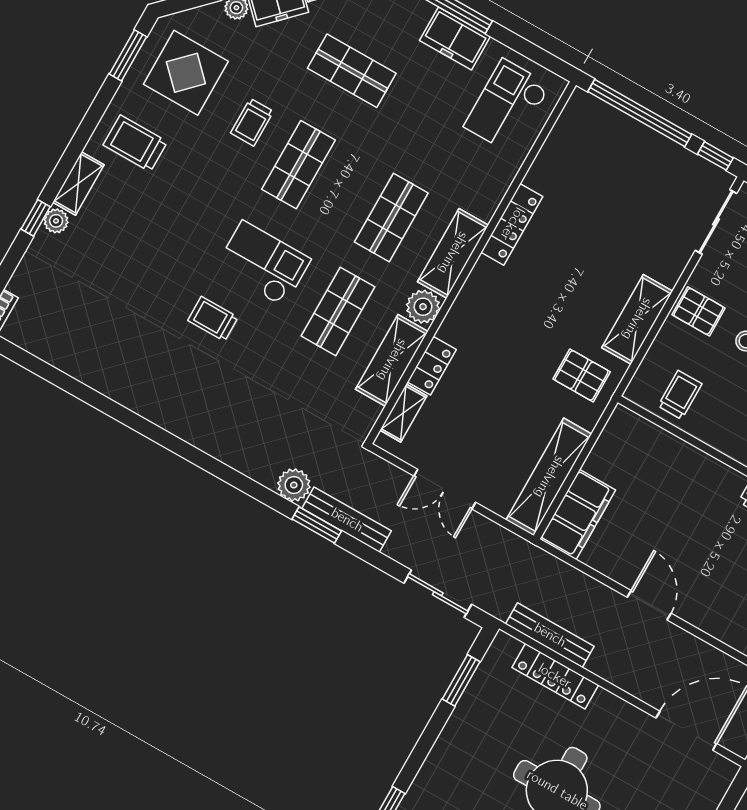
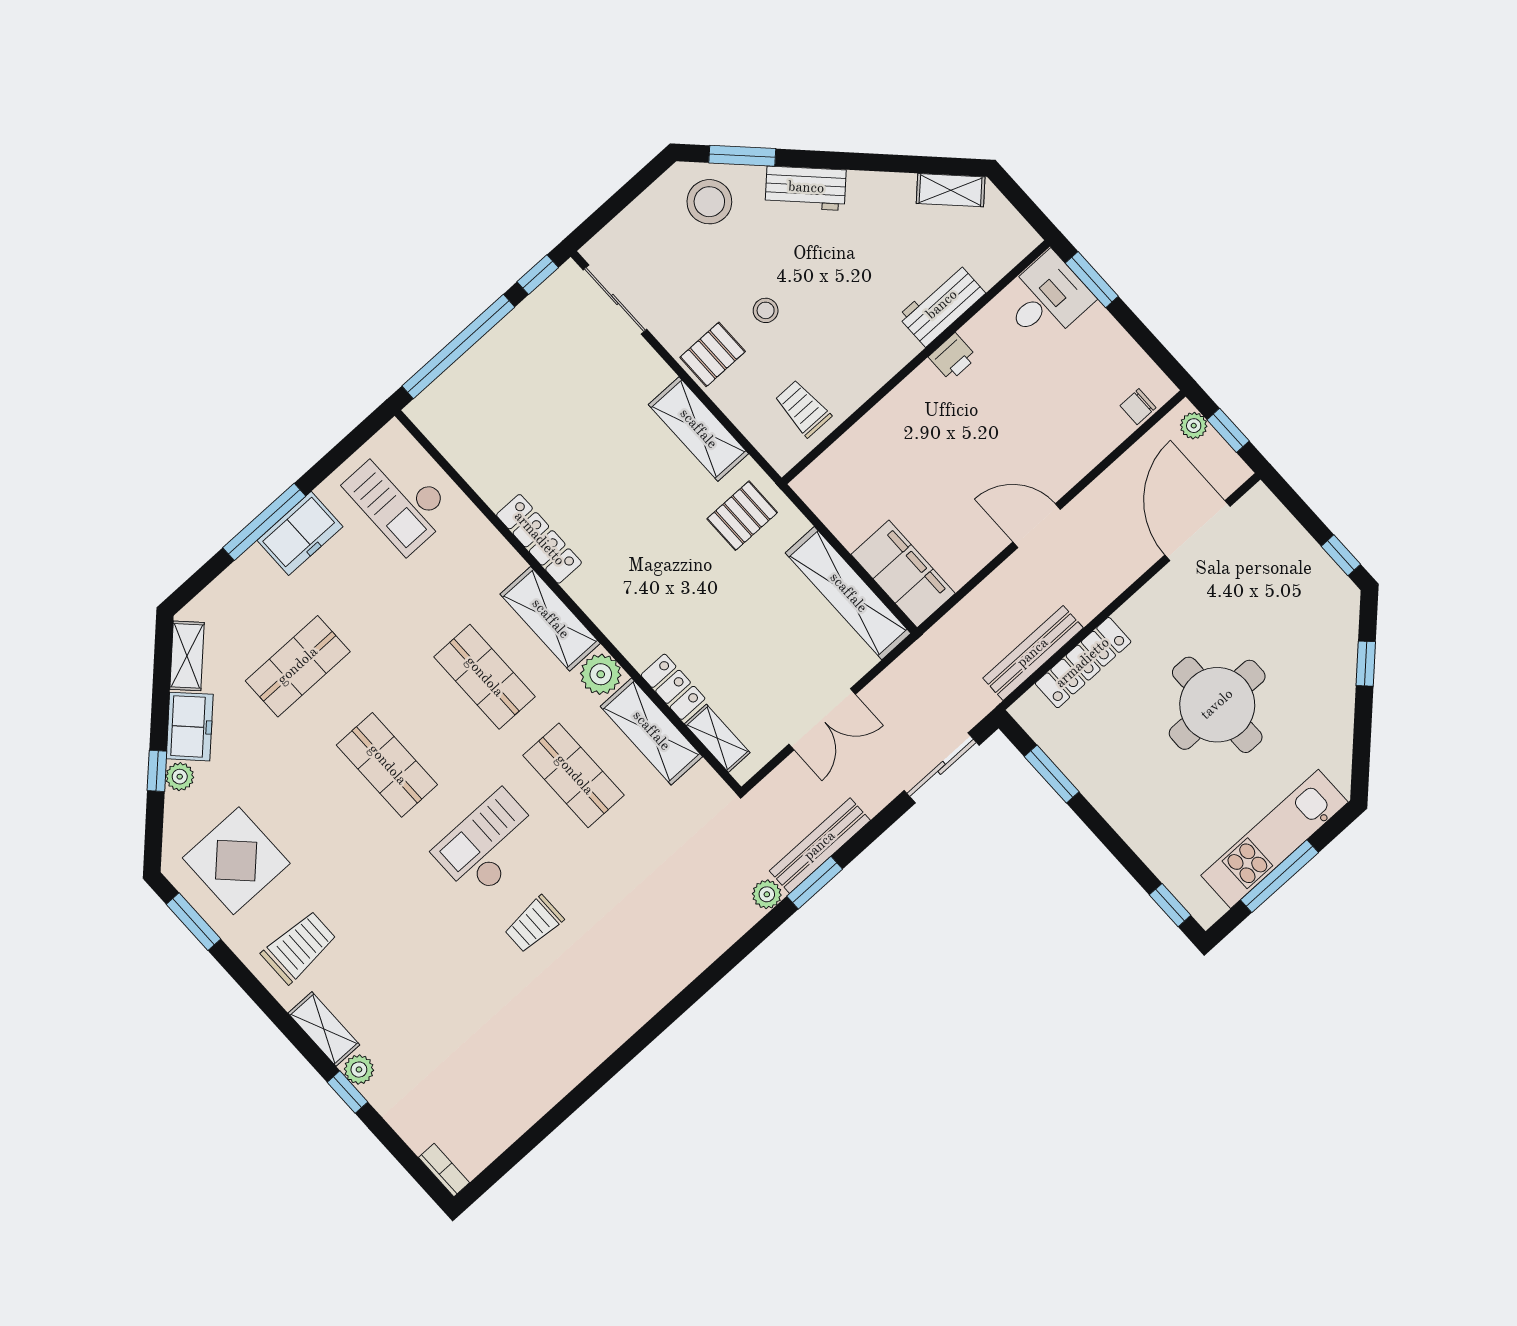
trolley: (252, 122) -> (319, 803), removed
trolley: (135, 143) -> (299, 947), turned 180
plant: (294, 485) -> (767, 894), width x0.73, depth x0.73

